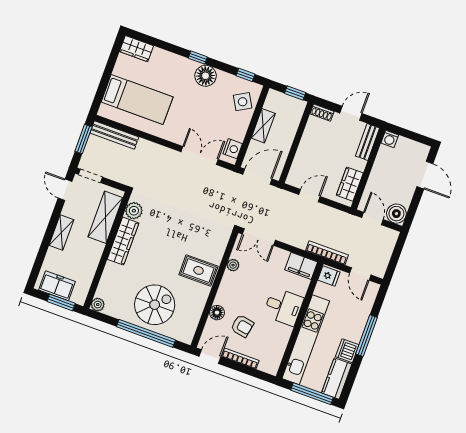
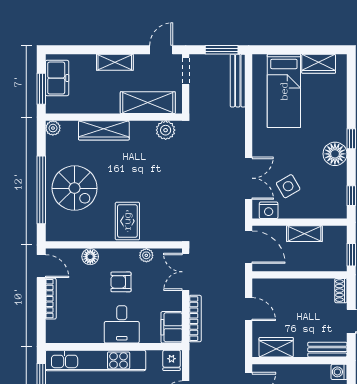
wardrobe: (136, 49) -> (319, 64), moved, turned -90
side table: (243, 102) -> (288, 186), moved
wardrobe: (123, 241) -> (104, 130), moved
bookcase: (327, 253) -> (195, 319), moved
armchair: (242, 326) -> (121, 282), moved, turned 79

